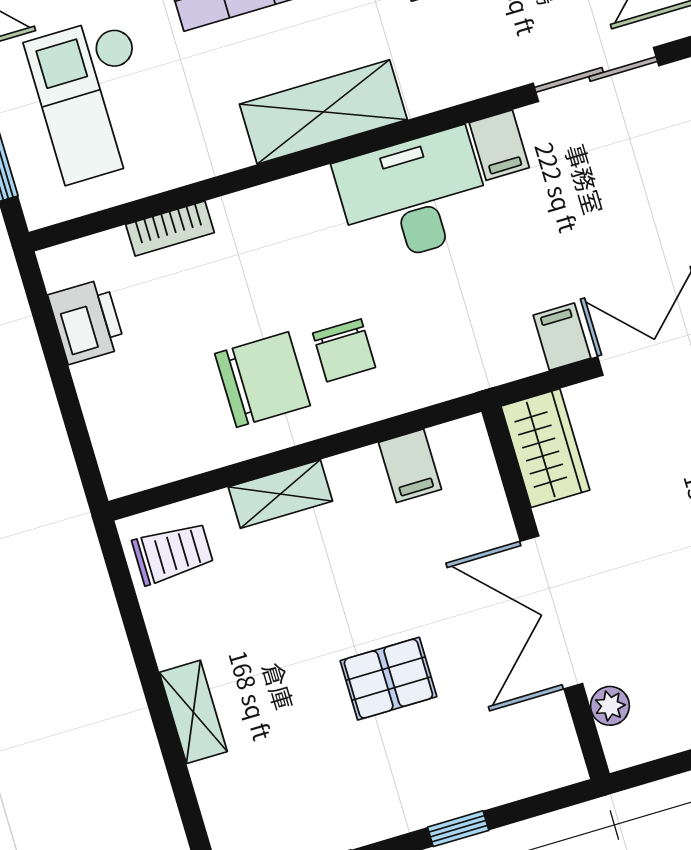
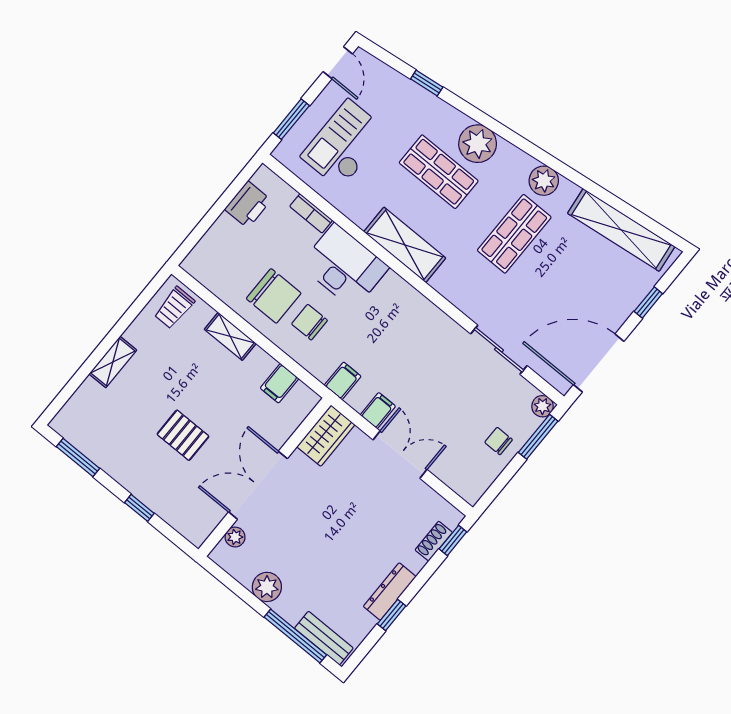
filing cabinet: (499, 145) -> (343, 381), moved, turned 180
desk: (413, 197) -> (344, 266), moved
chair: (344, 350) -> (310, 322), turned 90
trolley: (173, 553) -> (174, 308), turned 90

